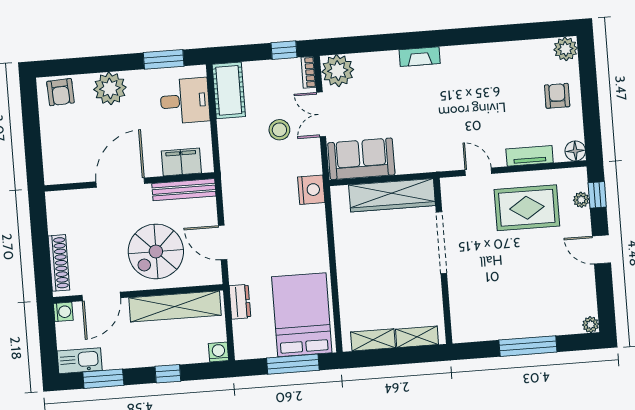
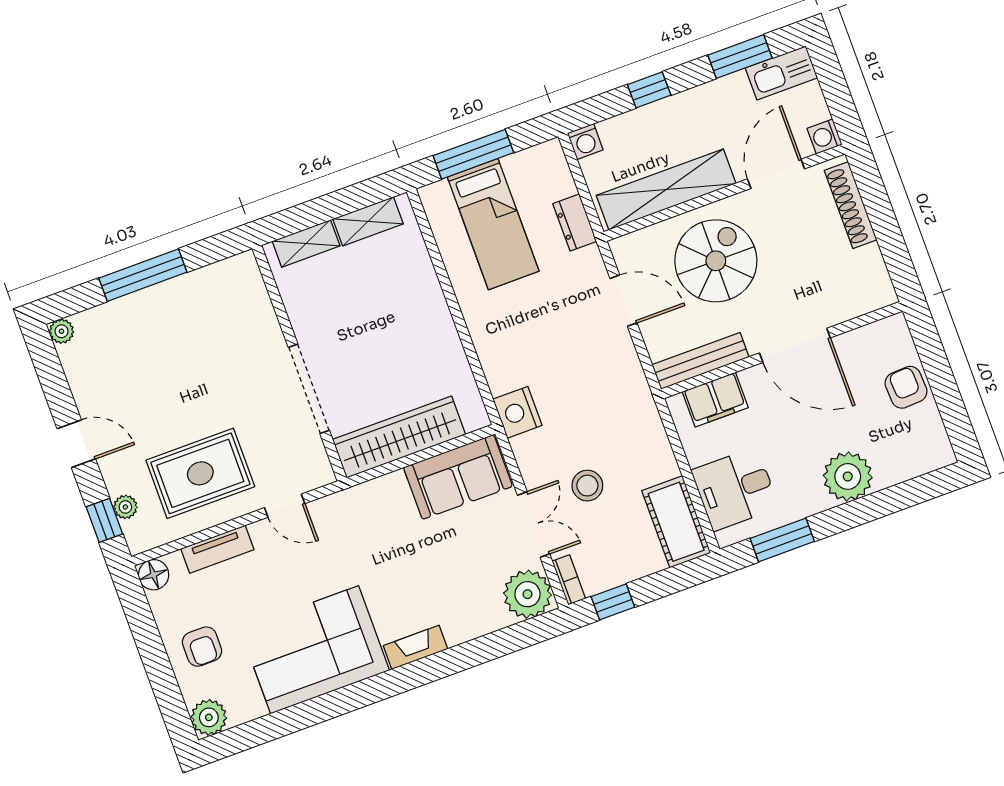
corner sofa: (485, 73) -> (315, 650), added
armchair: (60, 92) -> (906, 387), moved
door: (120, 183) -> (795, 345), hinge flipped
bed: (302, 315) -> (493, 224), width x0.67

